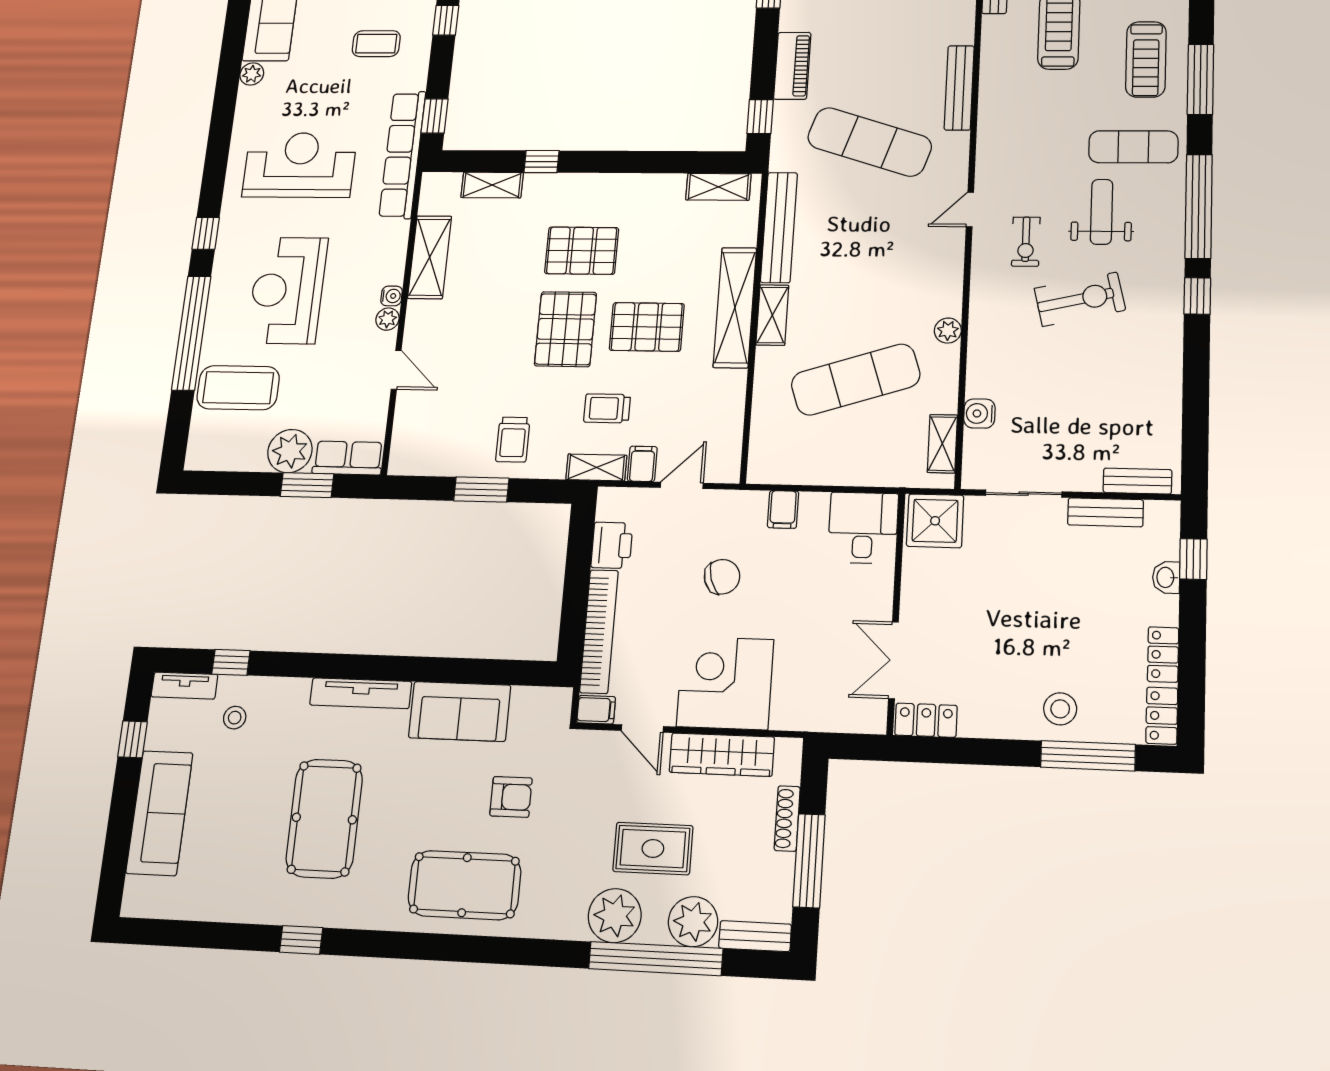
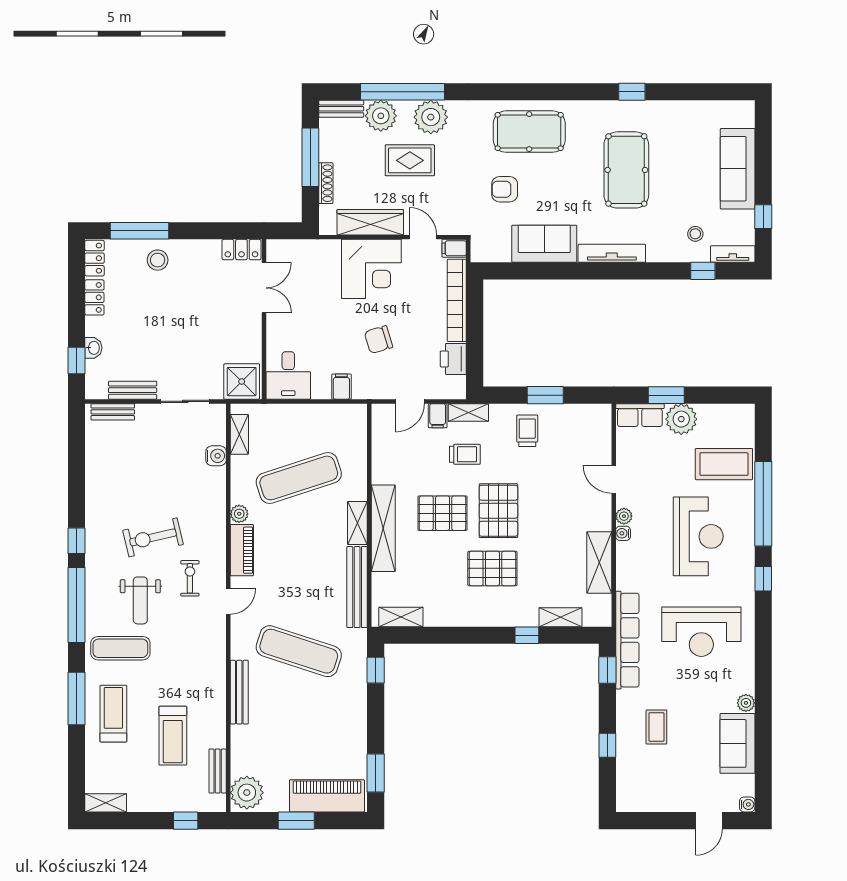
coffee table: (376, 44) -> (656, 727), turned 90
piano: (792, 66) -> (242, 550), moved, turned 180

